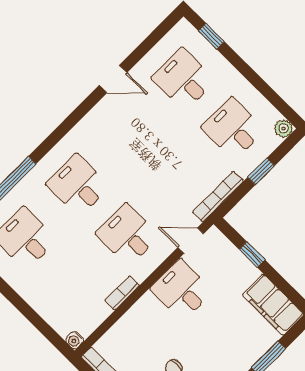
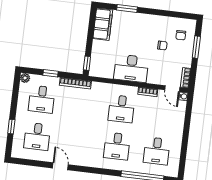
window: (211, 36) -> (11, 127), moved
door: (191, 241) -> (172, 89), moved
window: (252, 255) -> (87, 63), moved
desk: (182, 290) -> (131, 68), width x1.37

